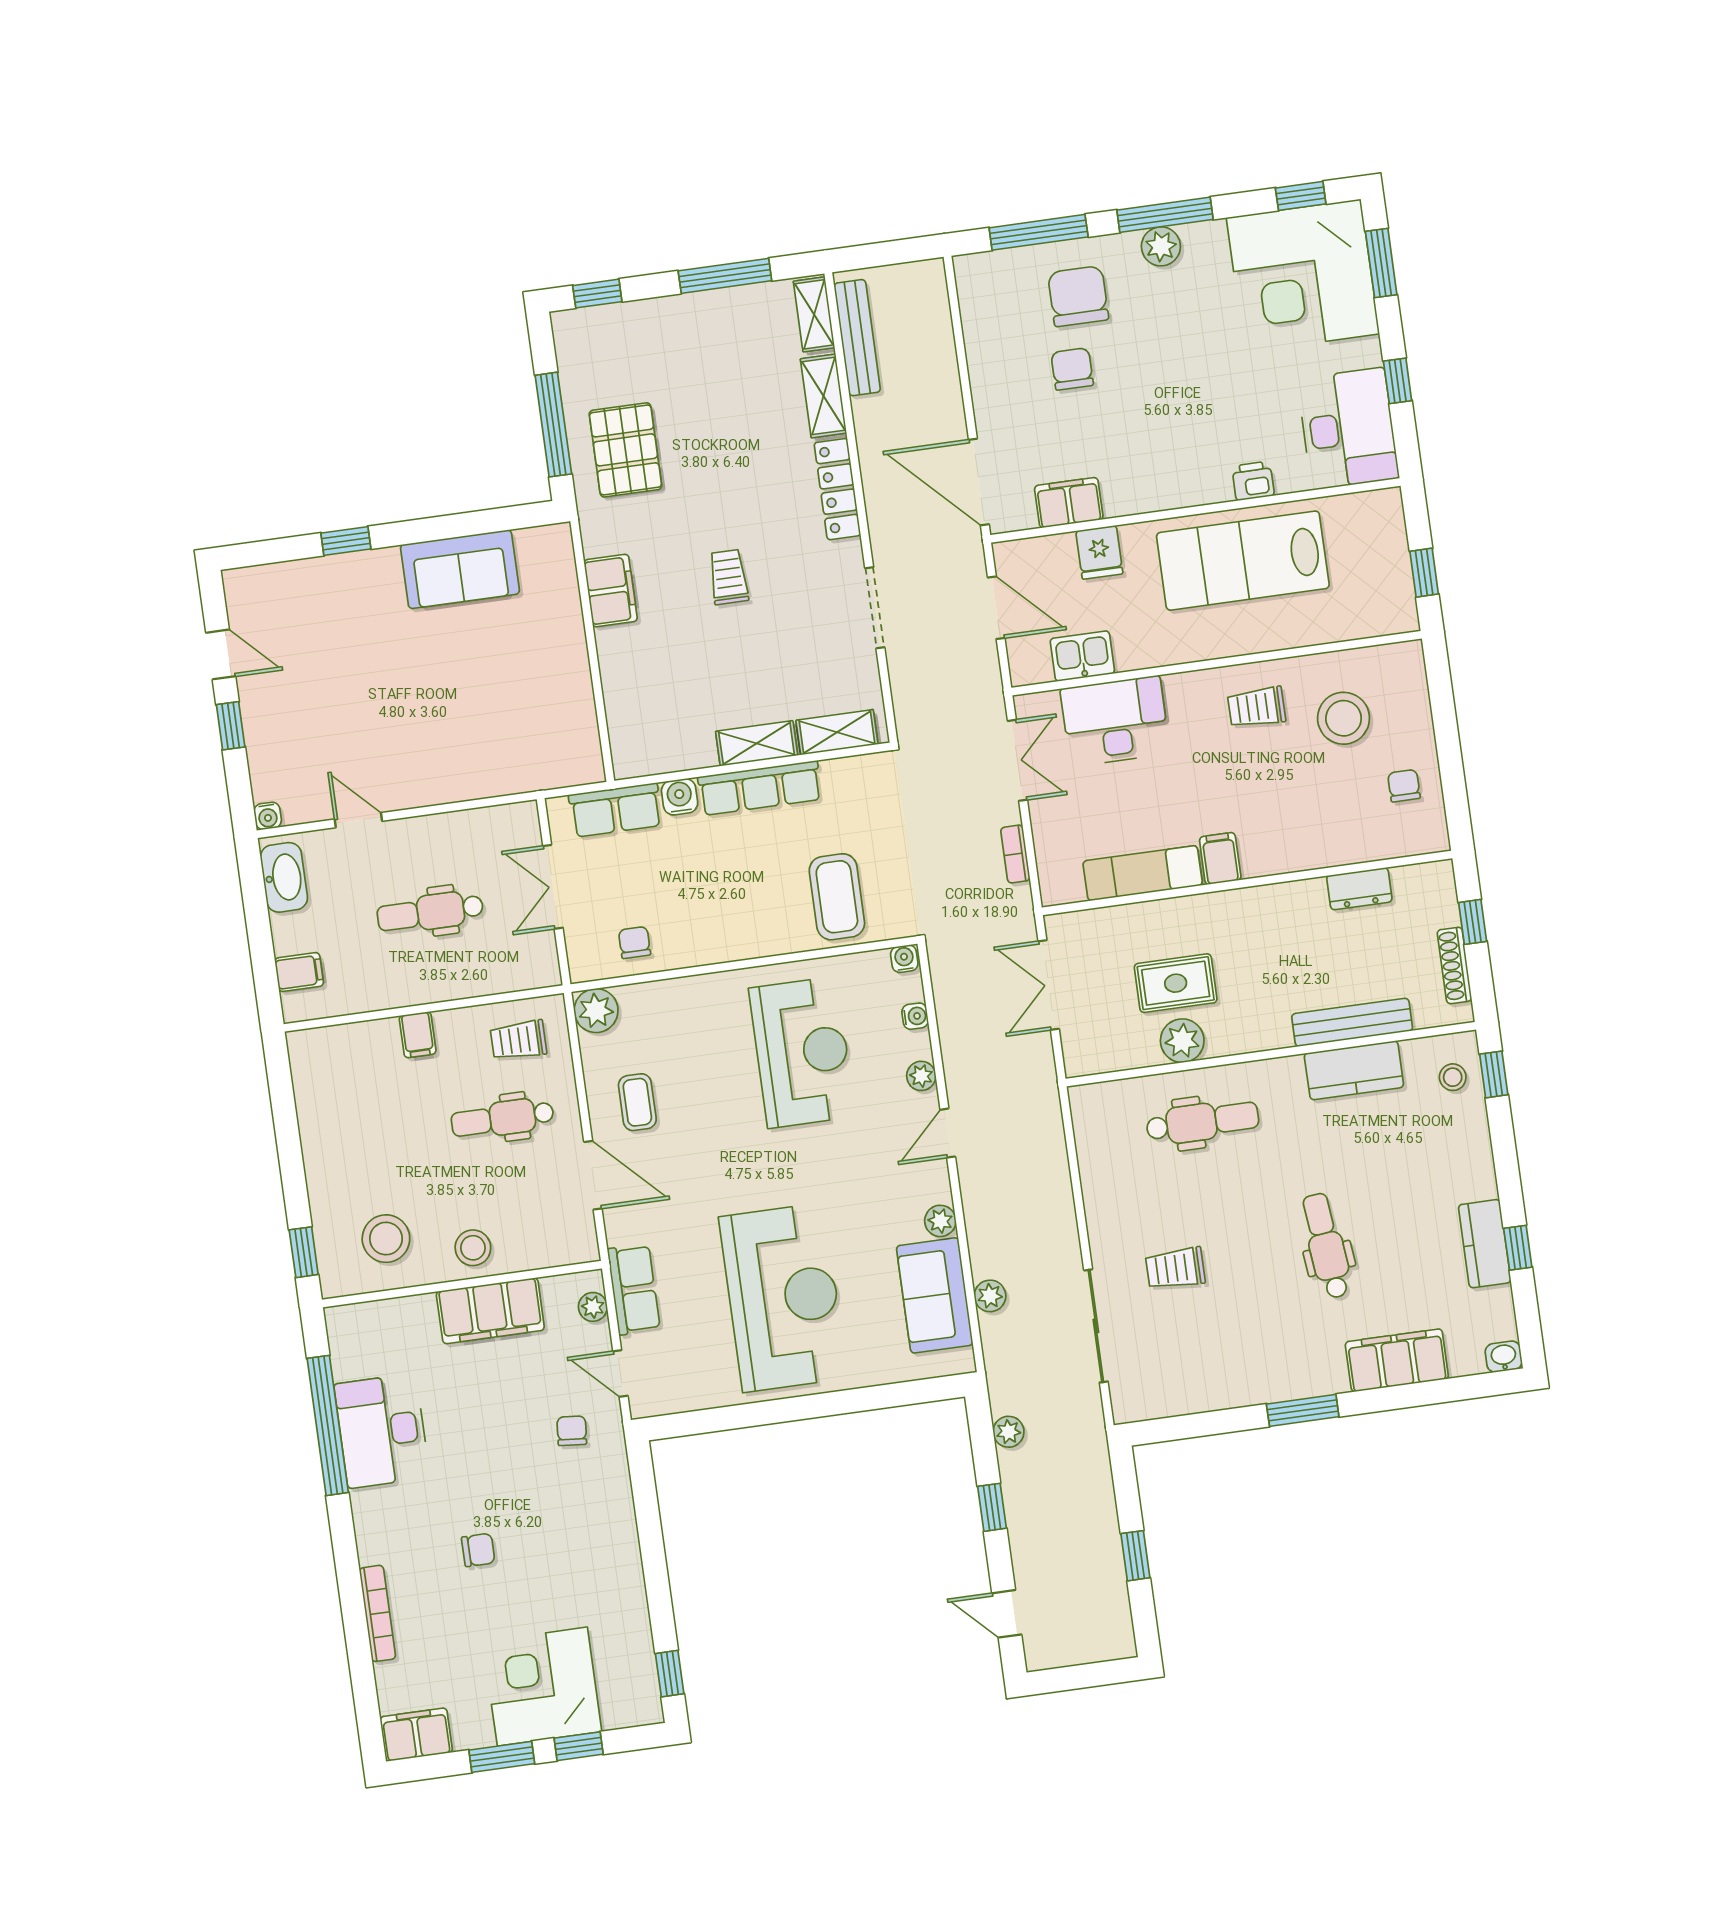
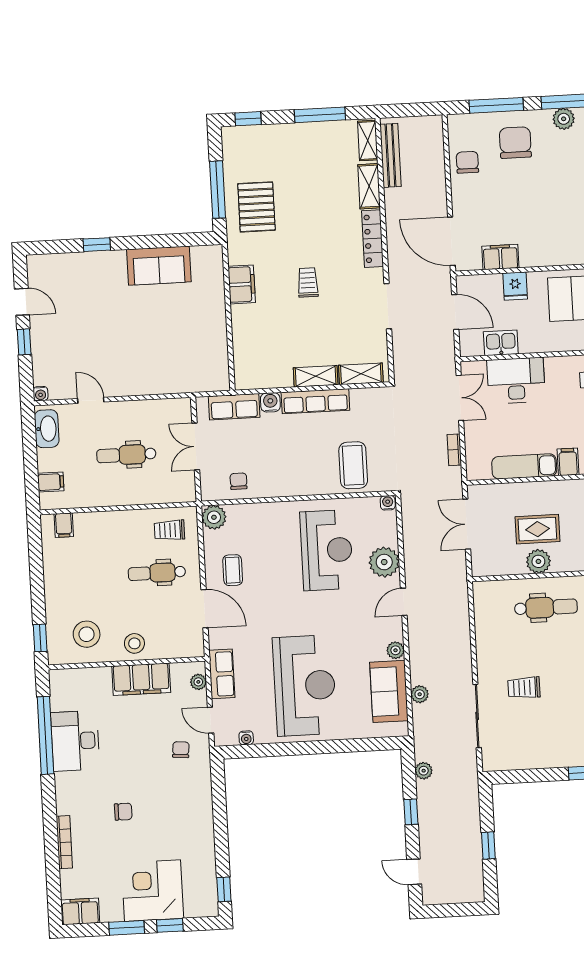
chair: (1072, 369) -> (467, 162), moved
water cooler: (915, 1016) -> (246, 738), moved, turned 90
filing cabinet: (418, 1035) -> (64, 525), moved
plant: (921, 1076) -> (384, 562), width x1.87, depth x1.87

